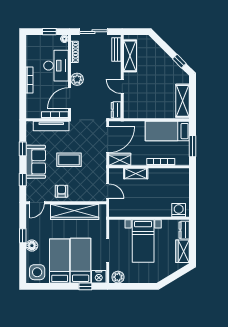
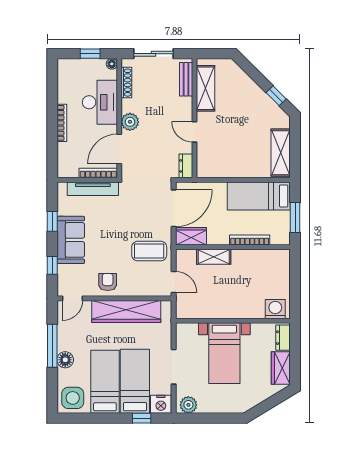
coffee table: (69, 160) -> (149, 251), moved
window: (23, 236) -> (52, 346), width x2.17

